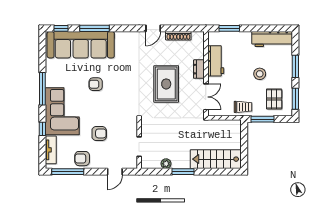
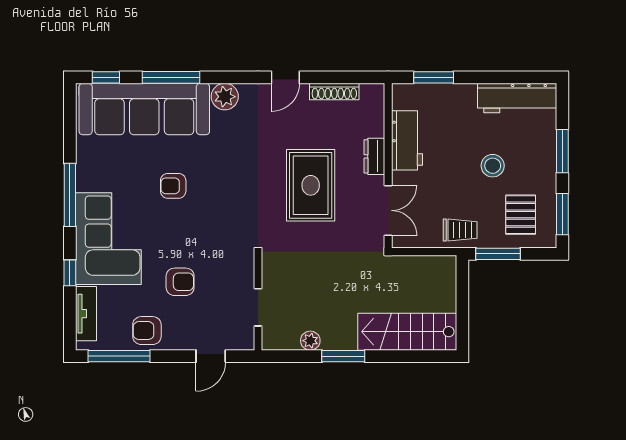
plant: (122, 38) -> (225, 97), added

